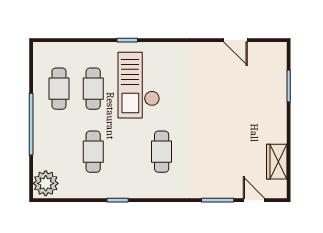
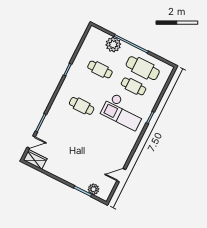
plant: (278, 71) -> (93, 189), added
checkout: (139, 85) -> (123, 112), turned 180
cafe table: (59, 89) -> (143, 68), width x1.37, depth x1.35
wardrobe: (277, 162) -> (35, 159), moved
plant: (46, 183) -> (113, 45), moved

